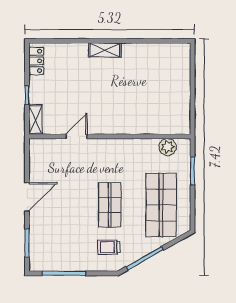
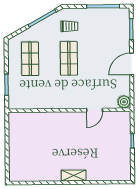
locker: (36, 61) -> (125, 167), removed
shelving: (36, 120) -> (126, 122), removed
plant: (168, 147) -> (124, 102), moved
shop shelf: (161, 205) -> (30, 59), width x0.70, depth x0.74

